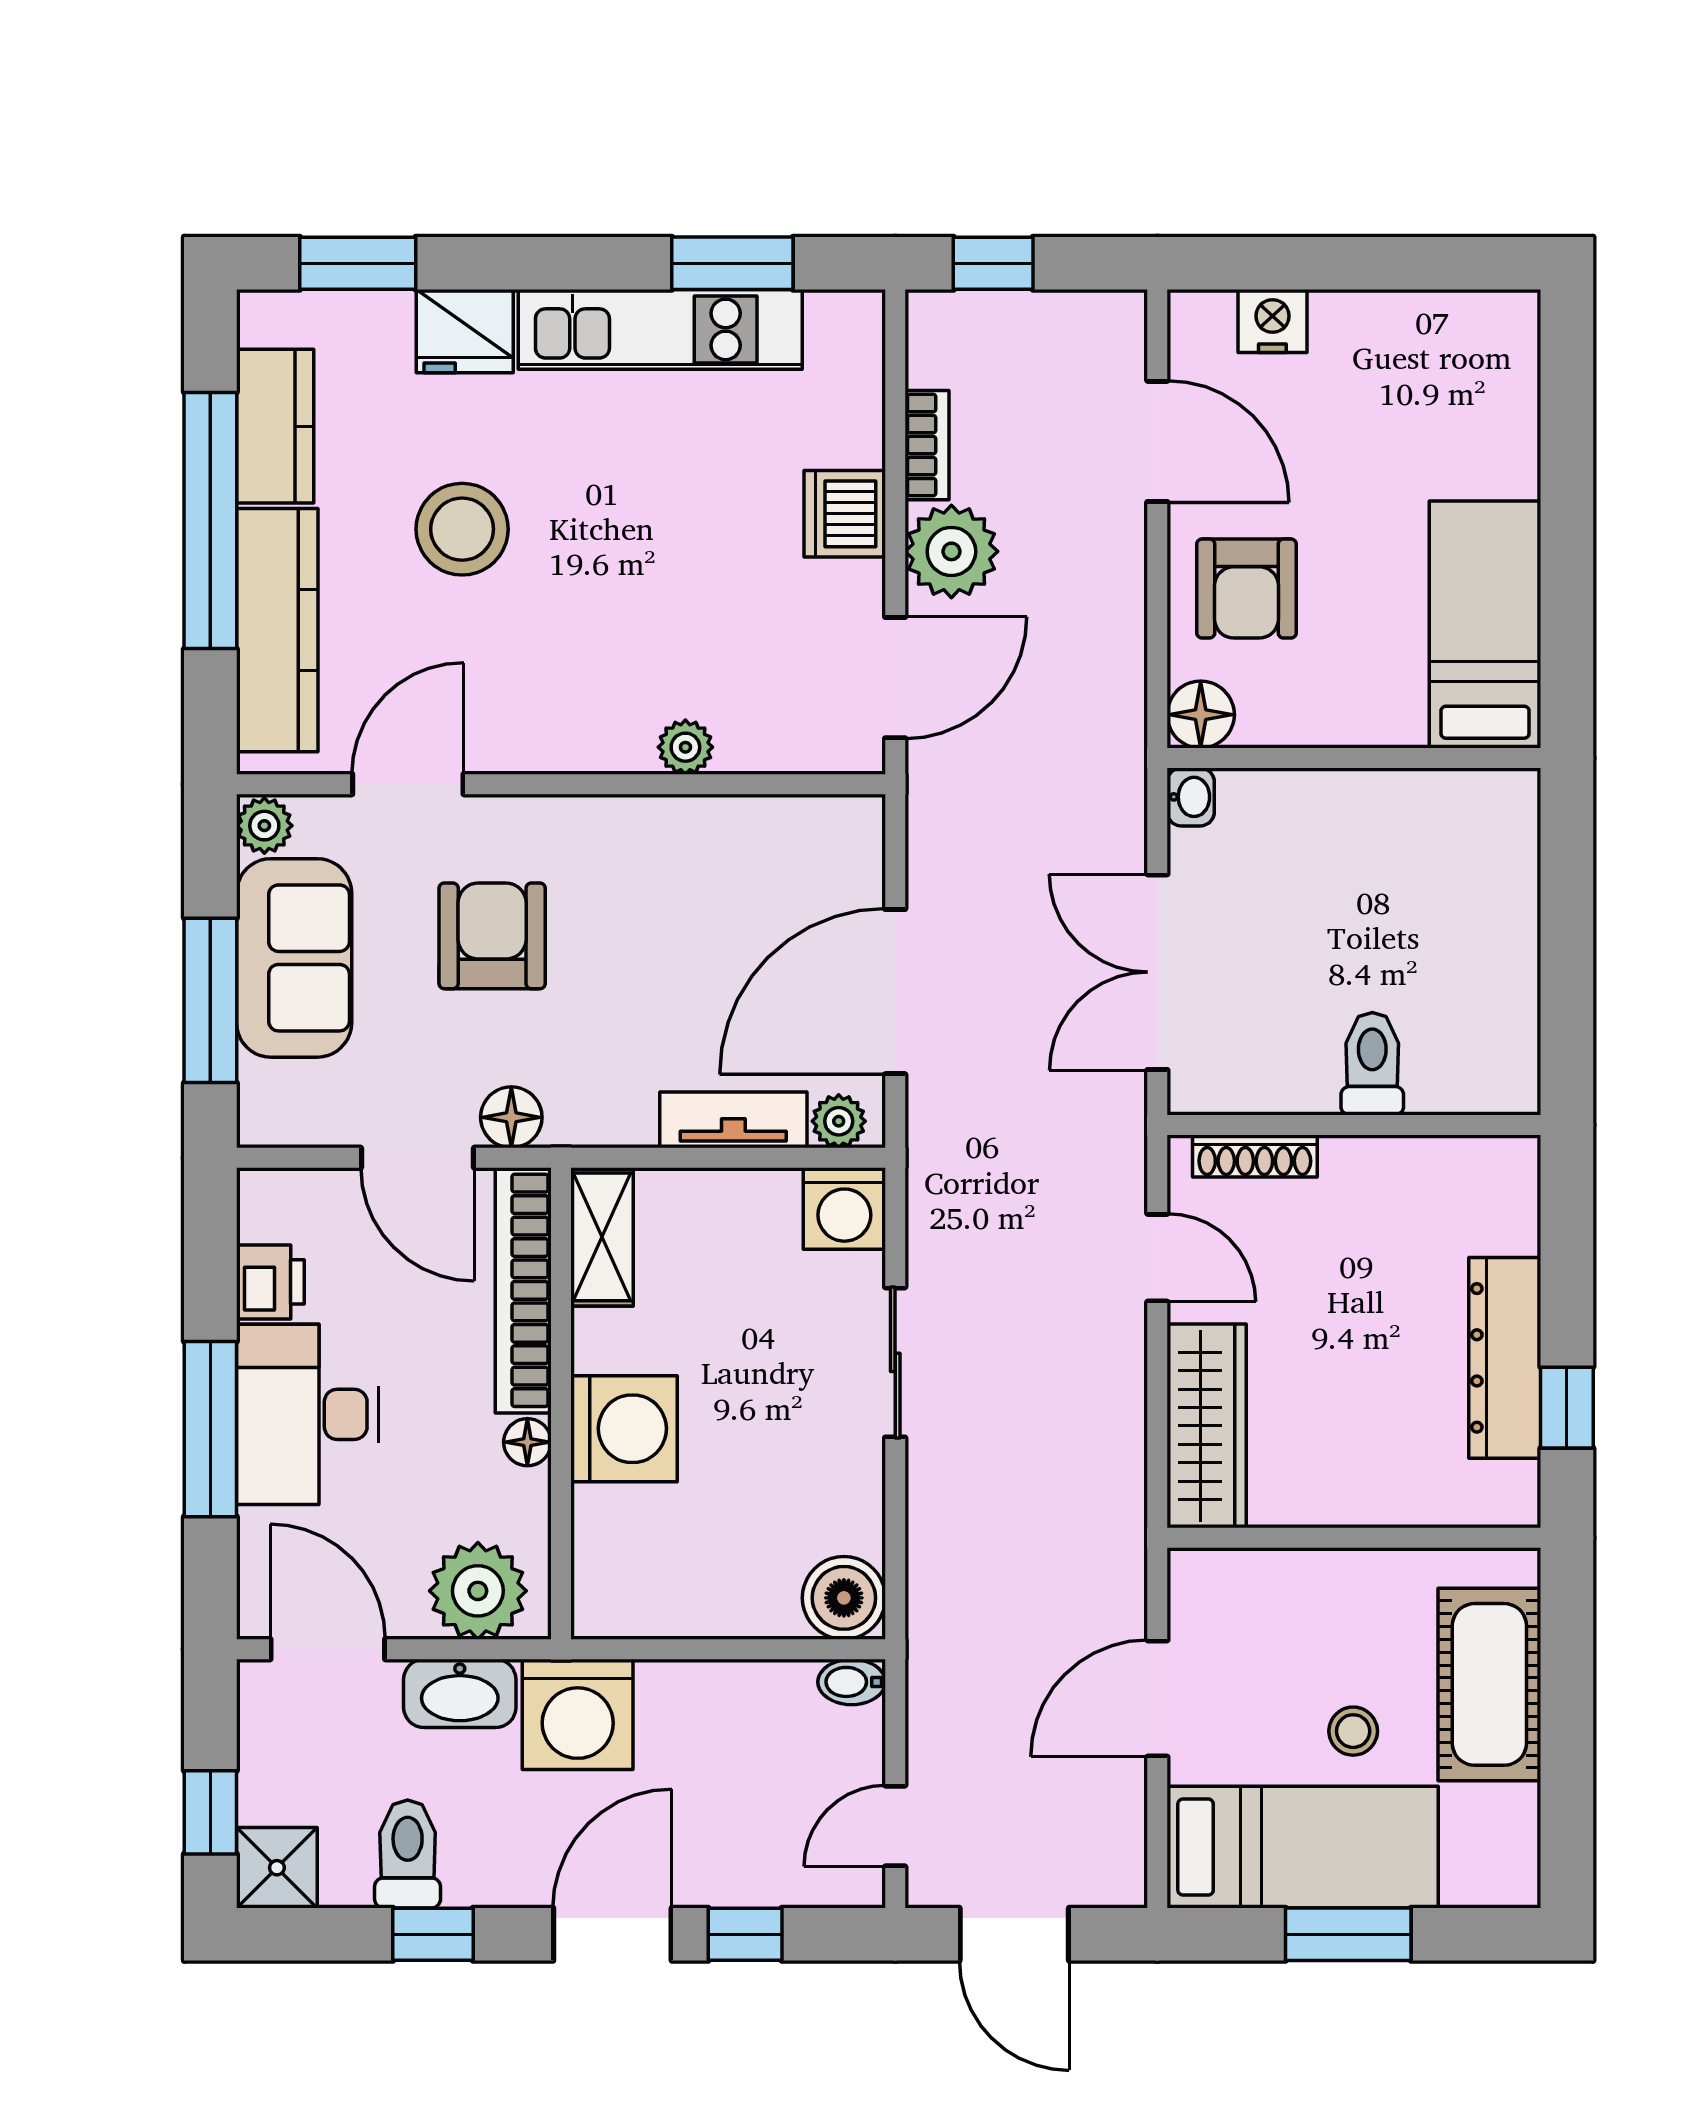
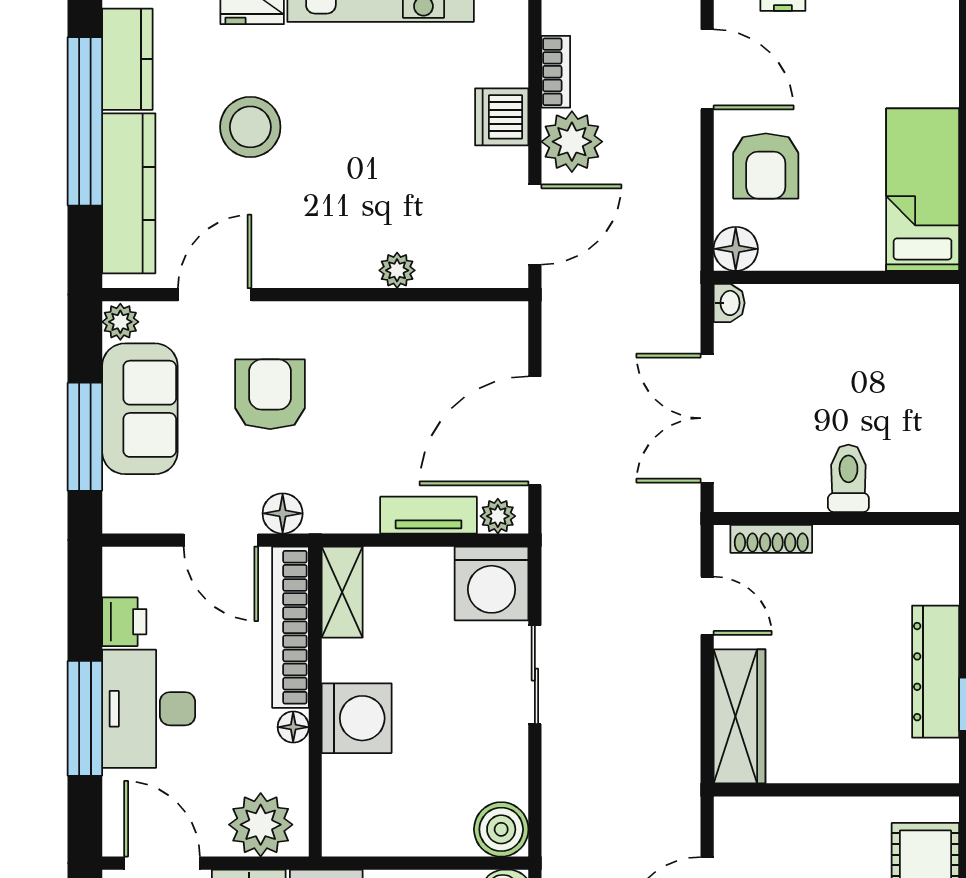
washing machine: (844, 1209) -> (492, 583), width x1.37, depth x1.37

